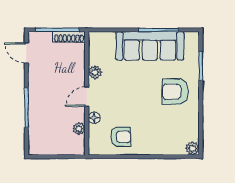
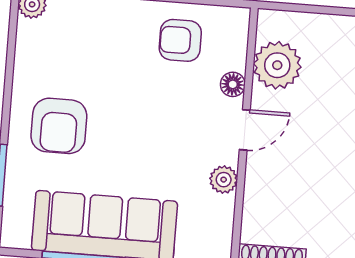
armchair: (175, 92) -> (59, 126), turned 90
plant: (79, 129) -> (277, 65), width x1.87, depth x1.87

